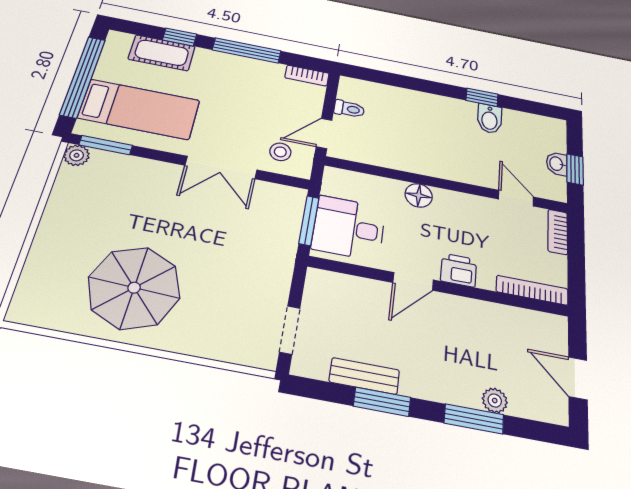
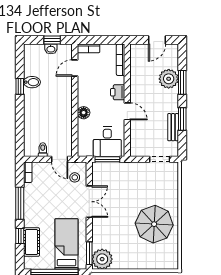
plant: (77, 155) -> (102, 259), width x1.88, depth x1.88
plant: (495, 401) -> (169, 79), width x1.88, depth x1.88

